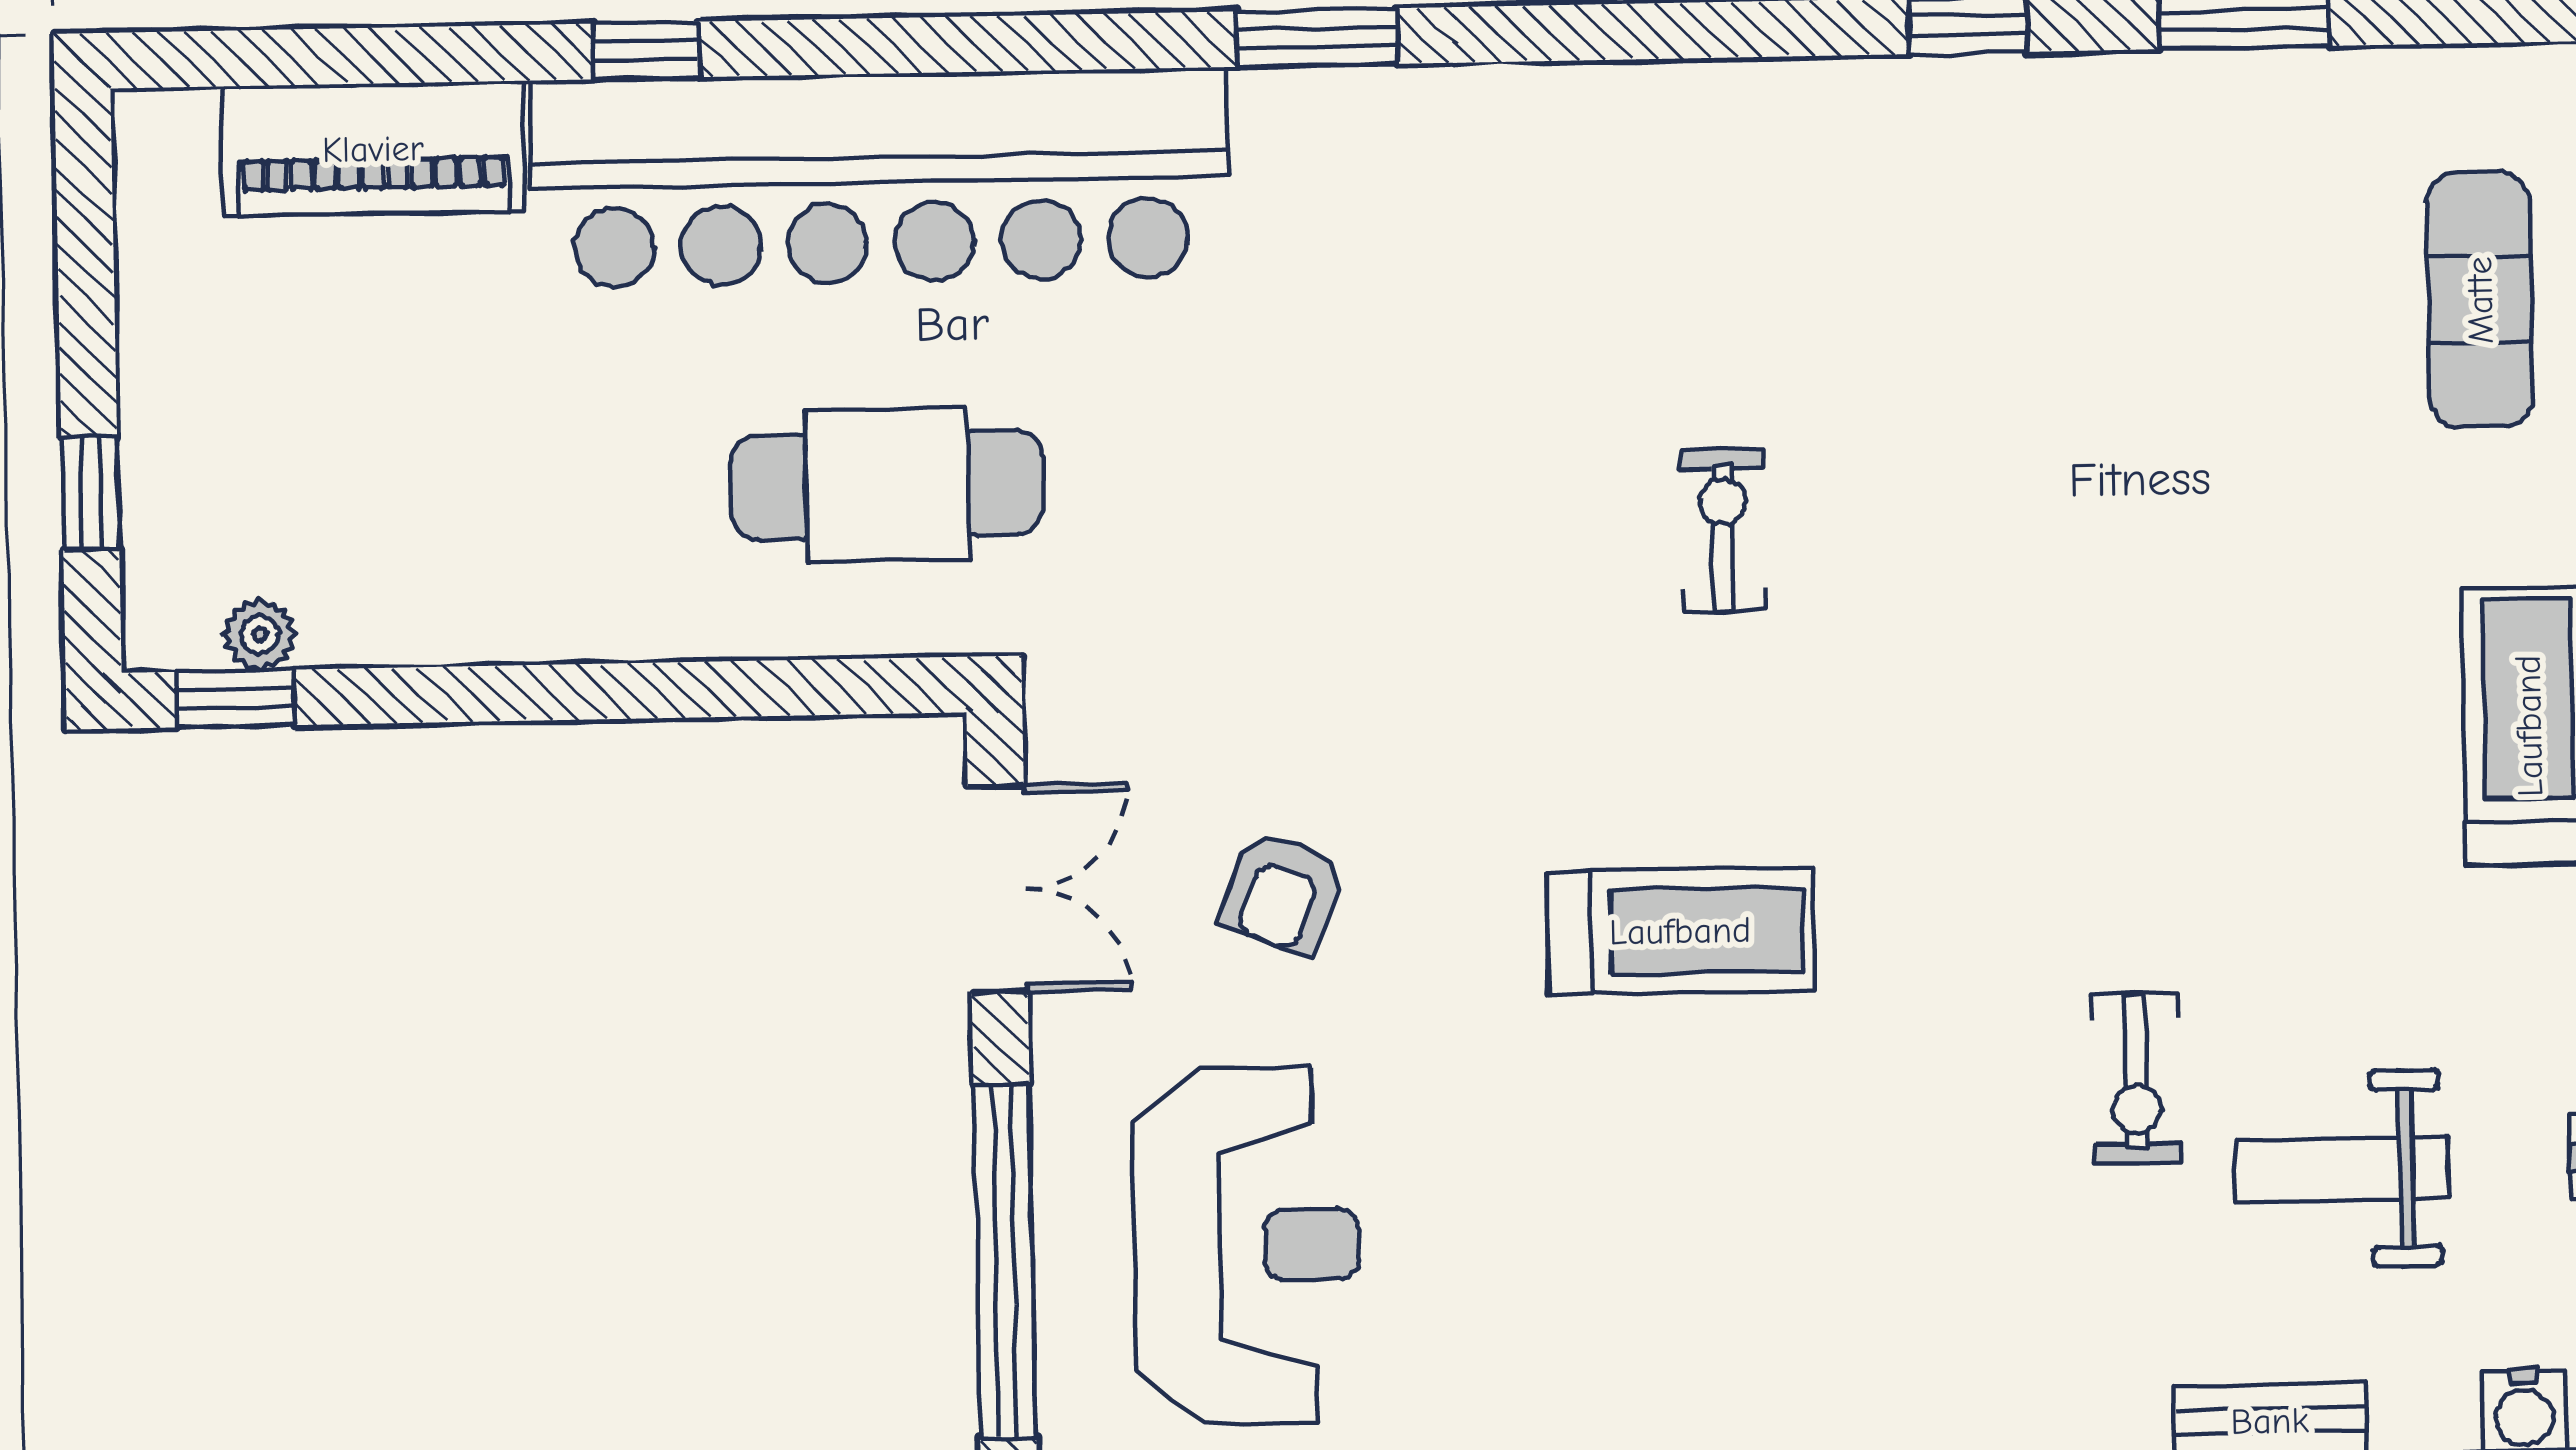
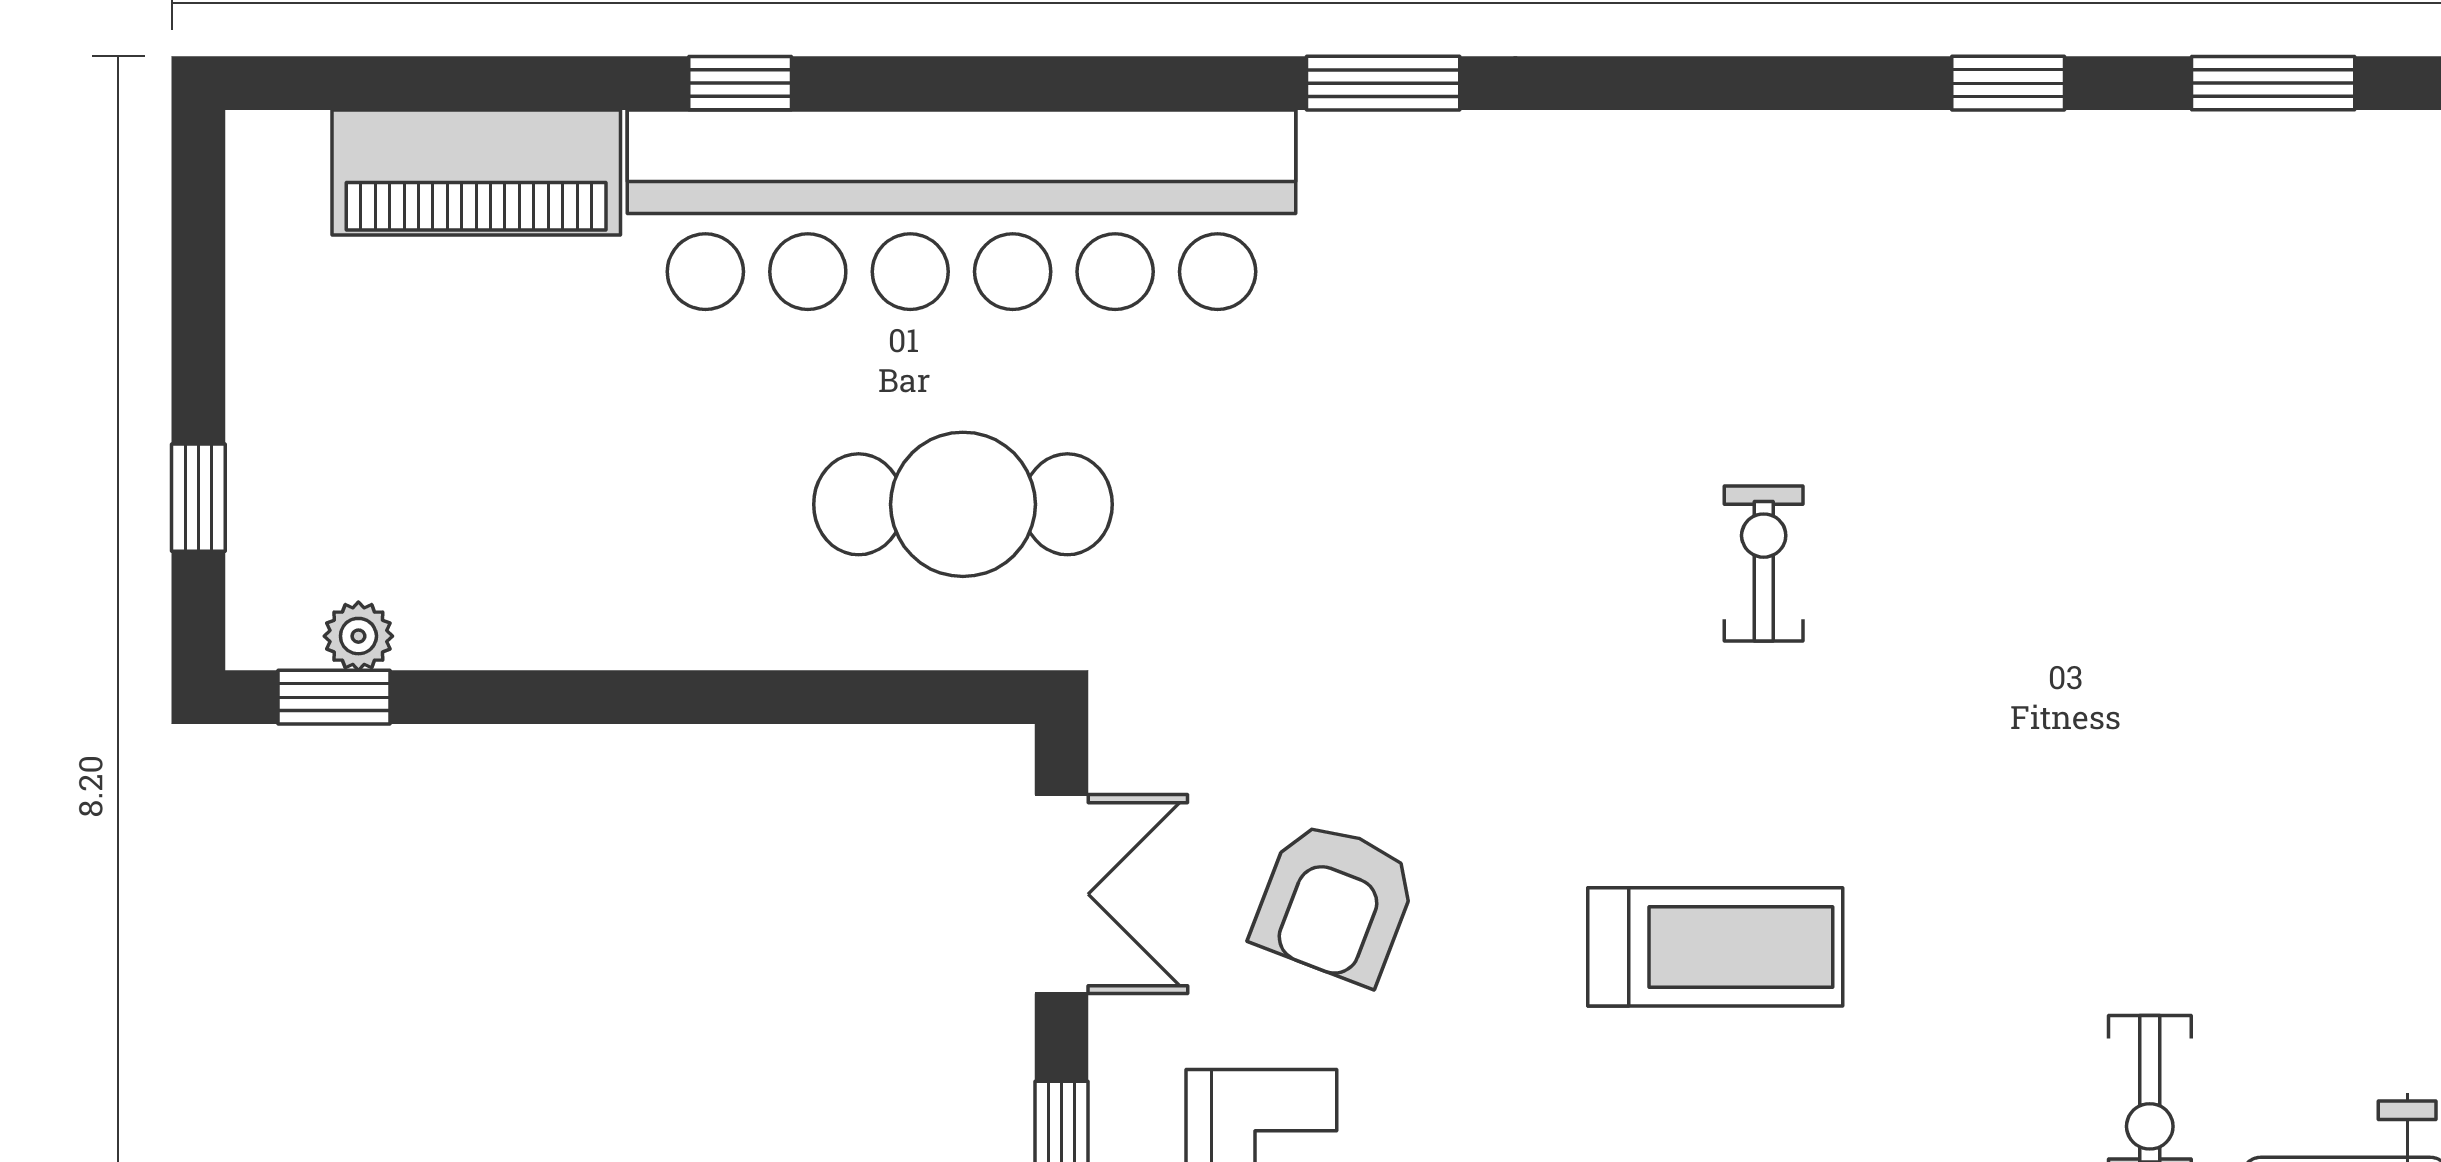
armchair: (1283, 892) -> (1335, 902), width x1.38, depth x1.38

